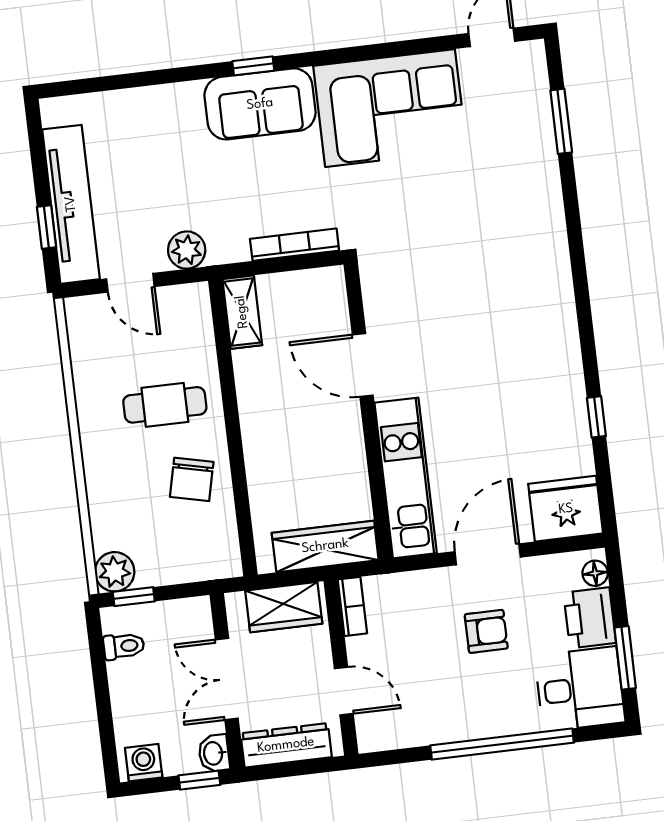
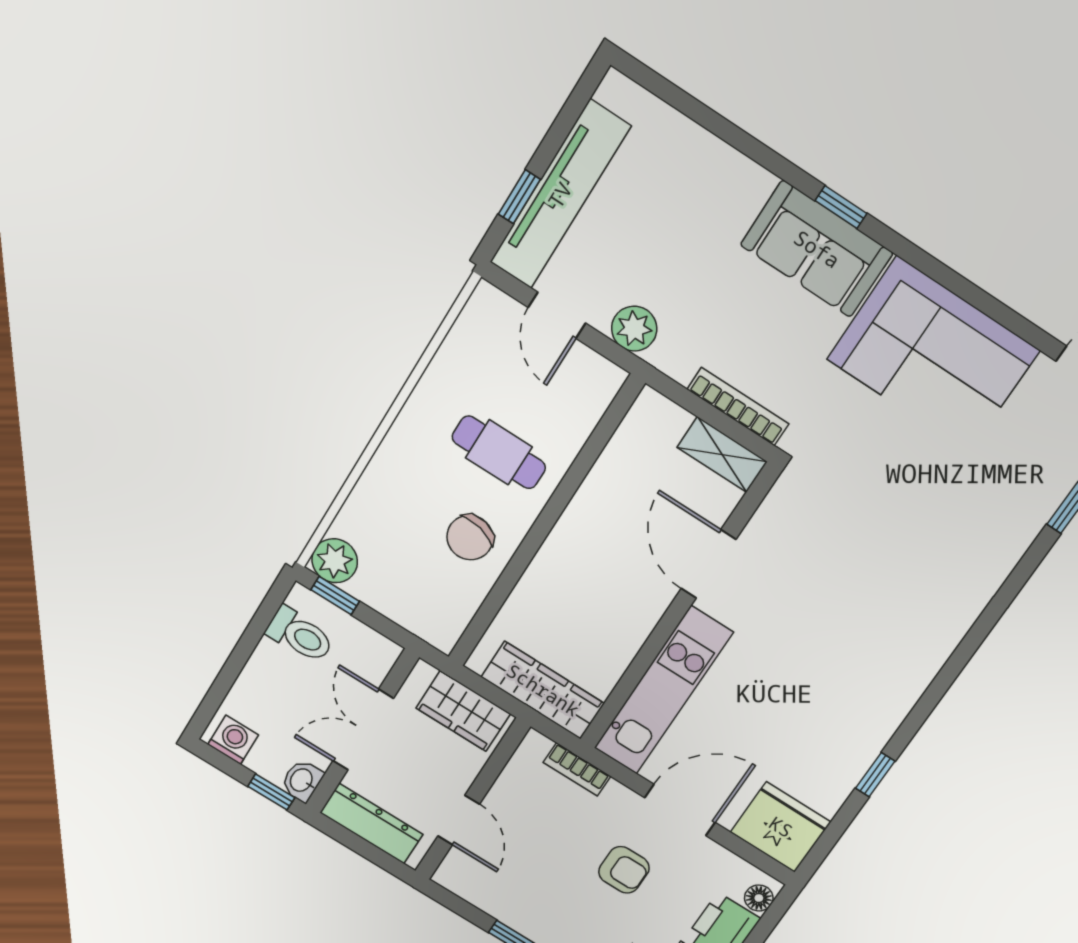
shelving: (242, 312) -> (722, 454), moved, turned 90
bookcase: (352, 606) -> (577, 769), moved, turned 90
toilet: (124, 646) -> (300, 635), width x1.37, depth x1.39

